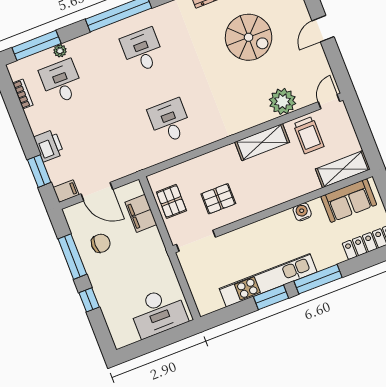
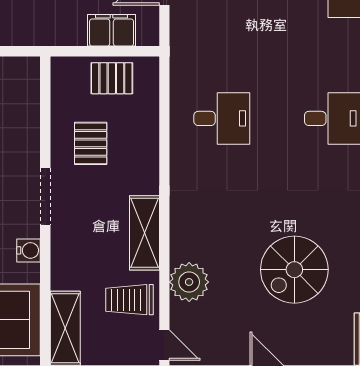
doorway: (196, 241) -> (45, 197), moved

